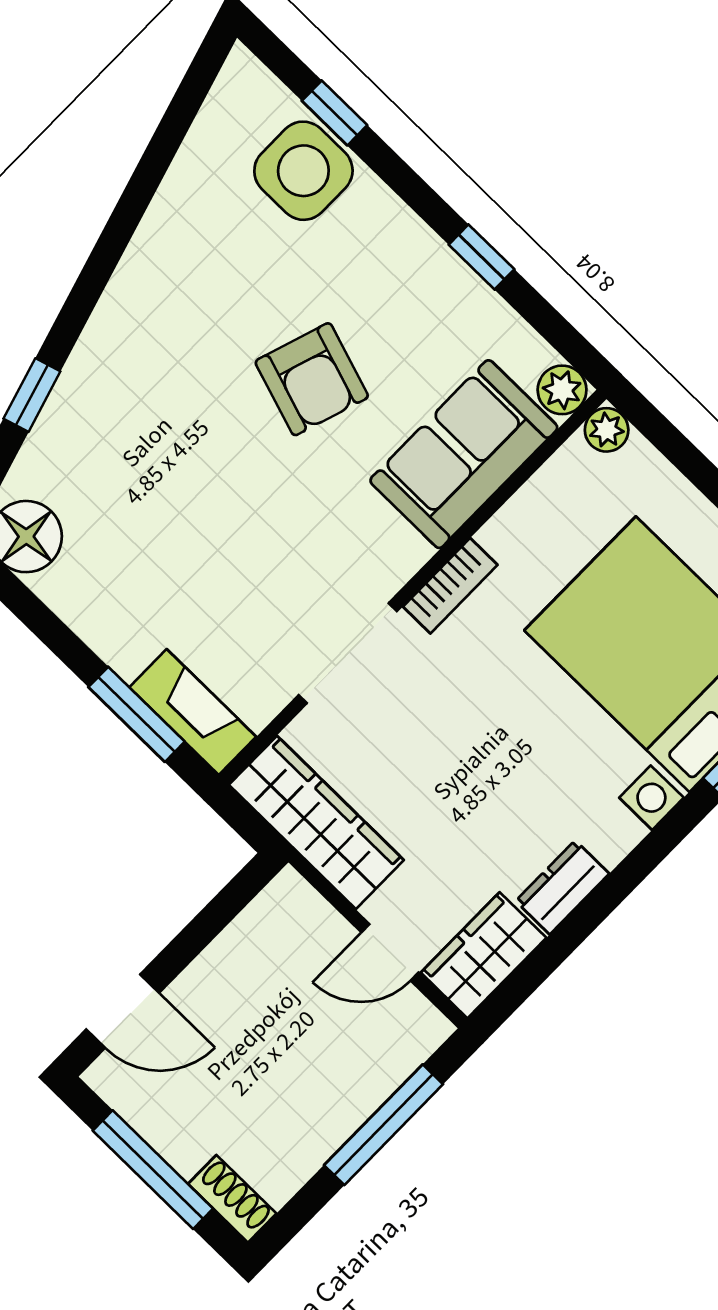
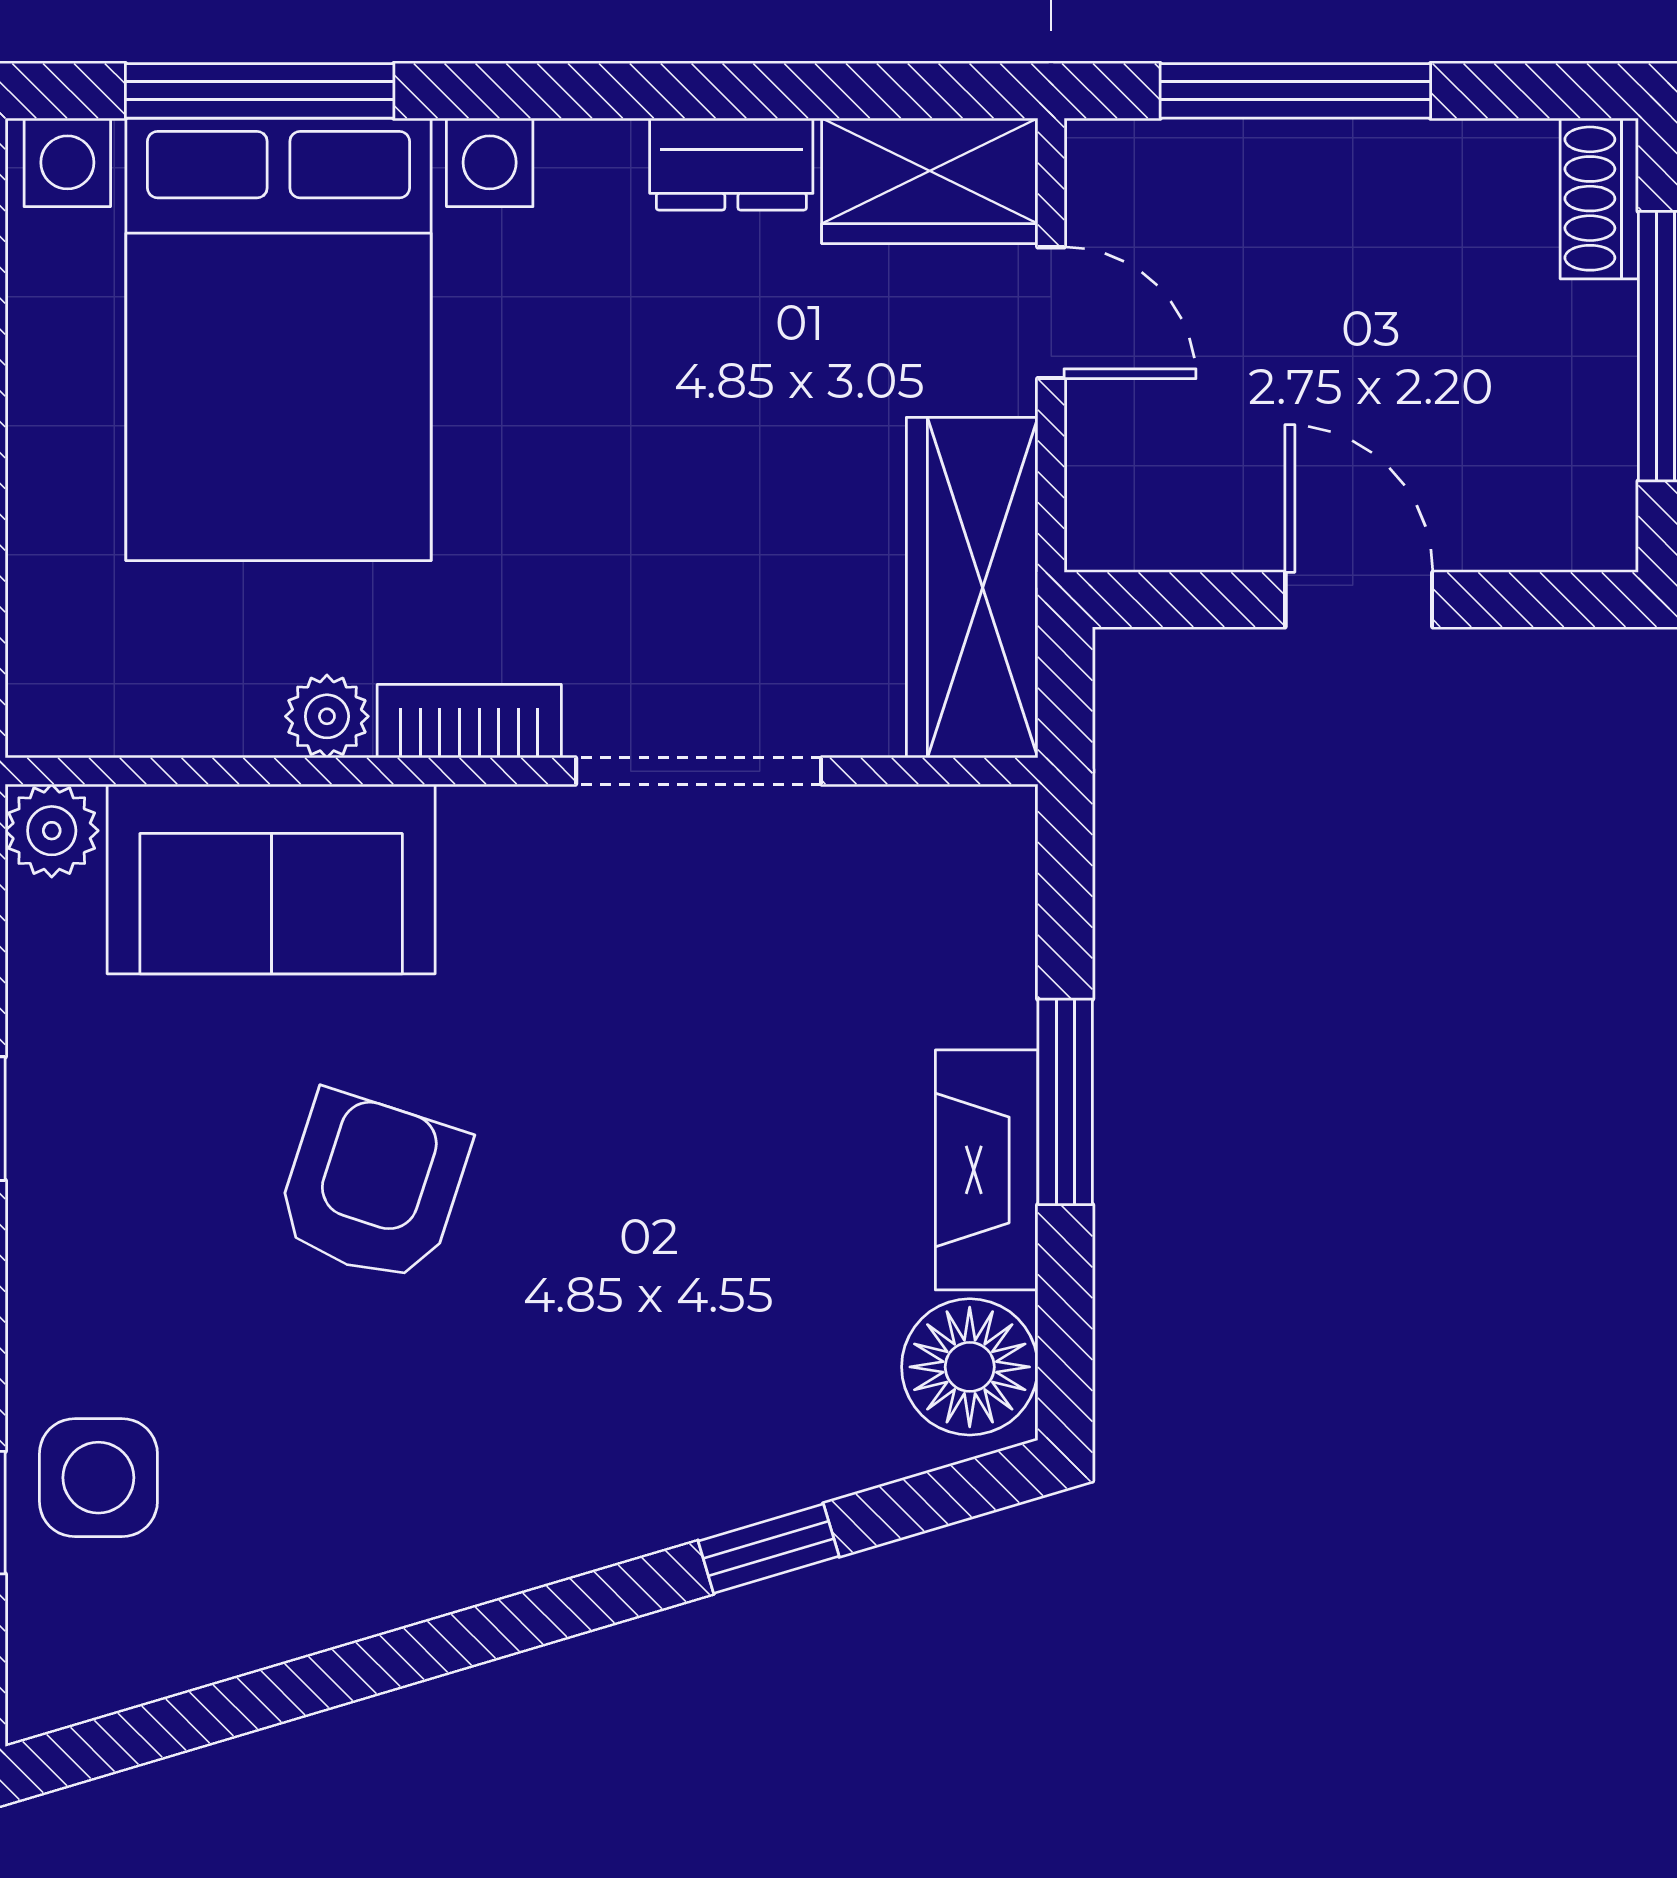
side table: (303, 171) -> (98, 1478), width x0.73, depth x0.73
plant: (607, 430) -> (327, 716), moved
fireplace: (193, 712) -> (987, 1170), moved
window: (136, 714) -> (1065, 1102), moved
door: (123, 1011) -> (1359, 600), moved

